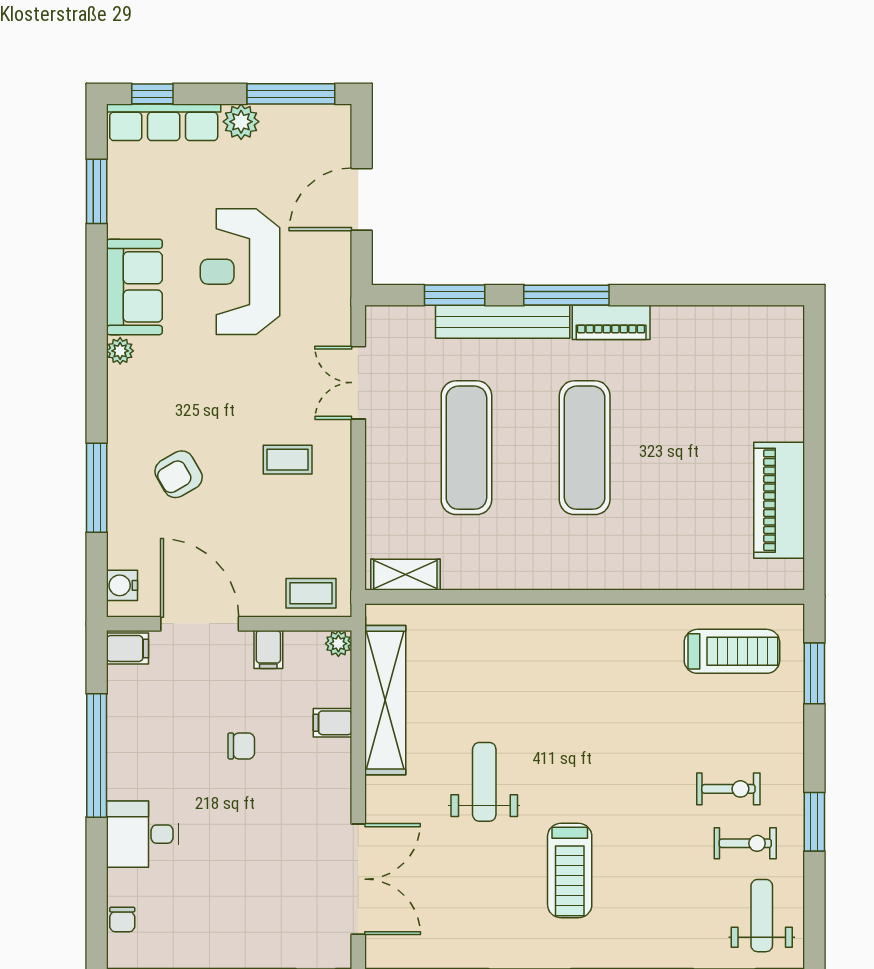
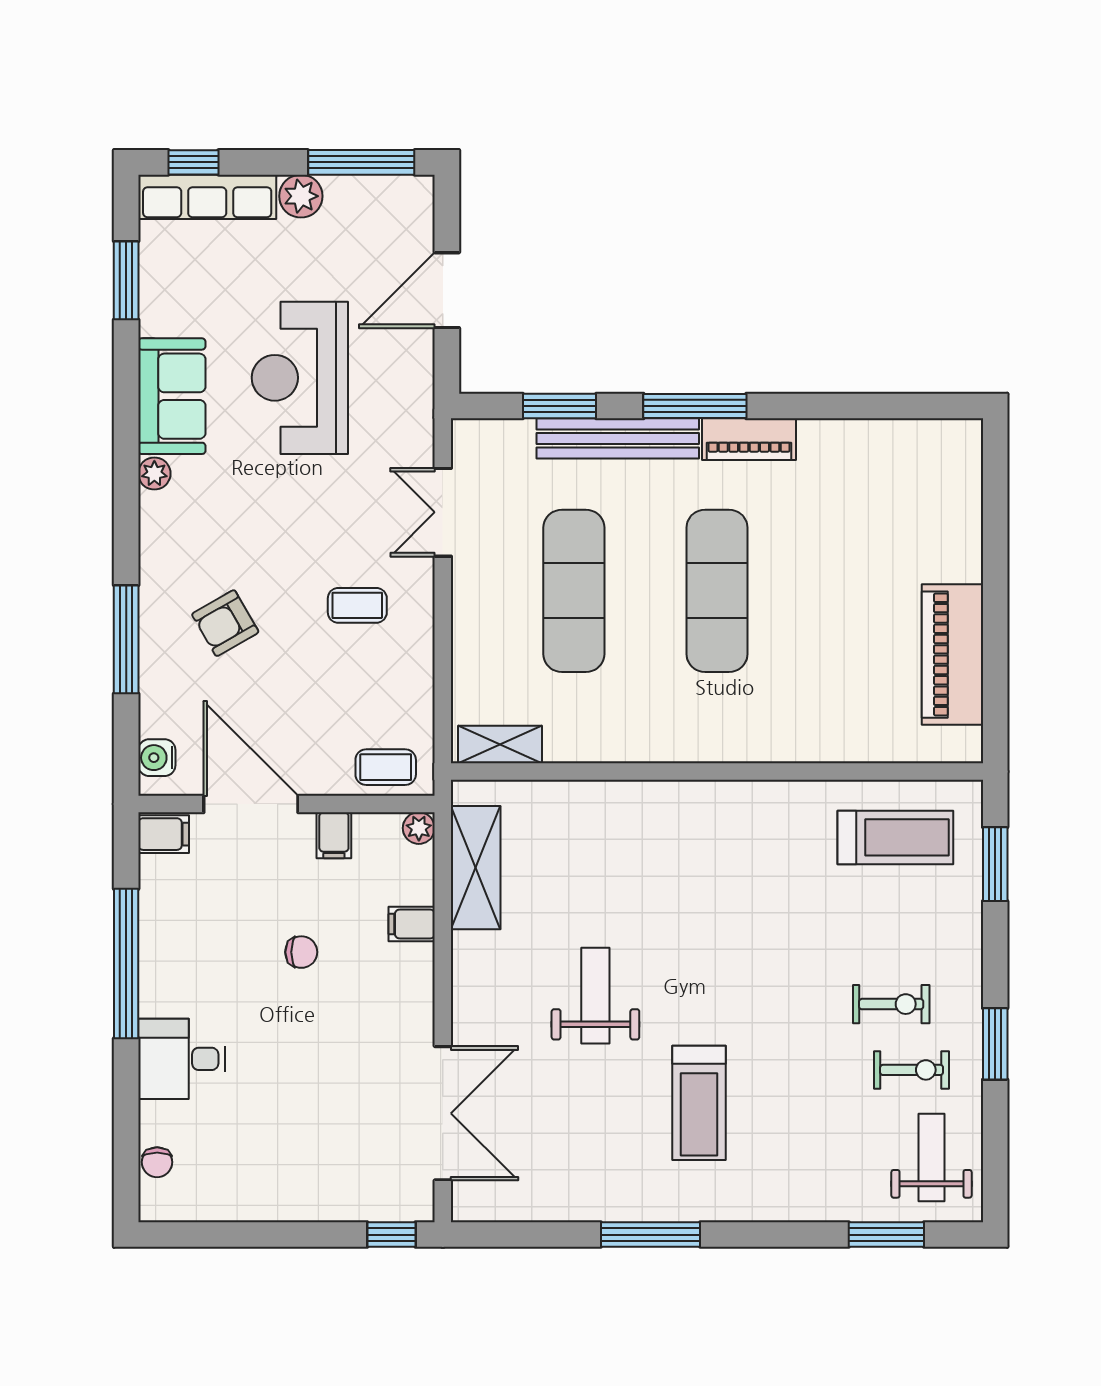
shelving: (385, 700) -> (476, 868), width x0.68

